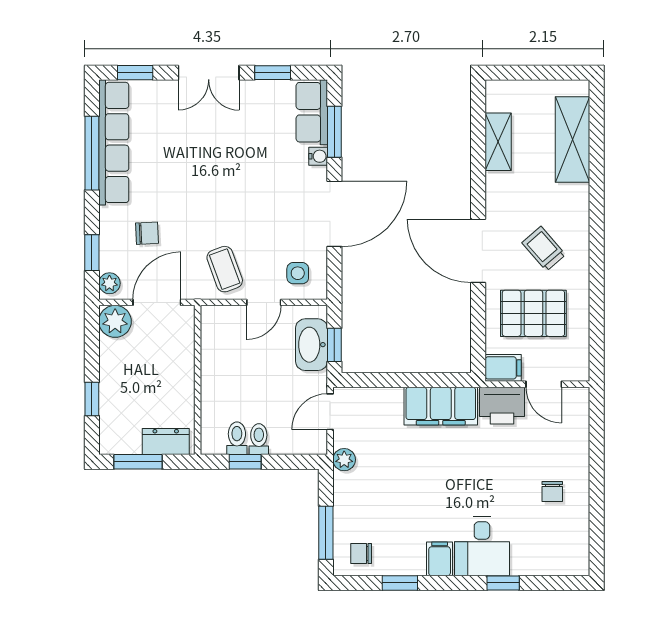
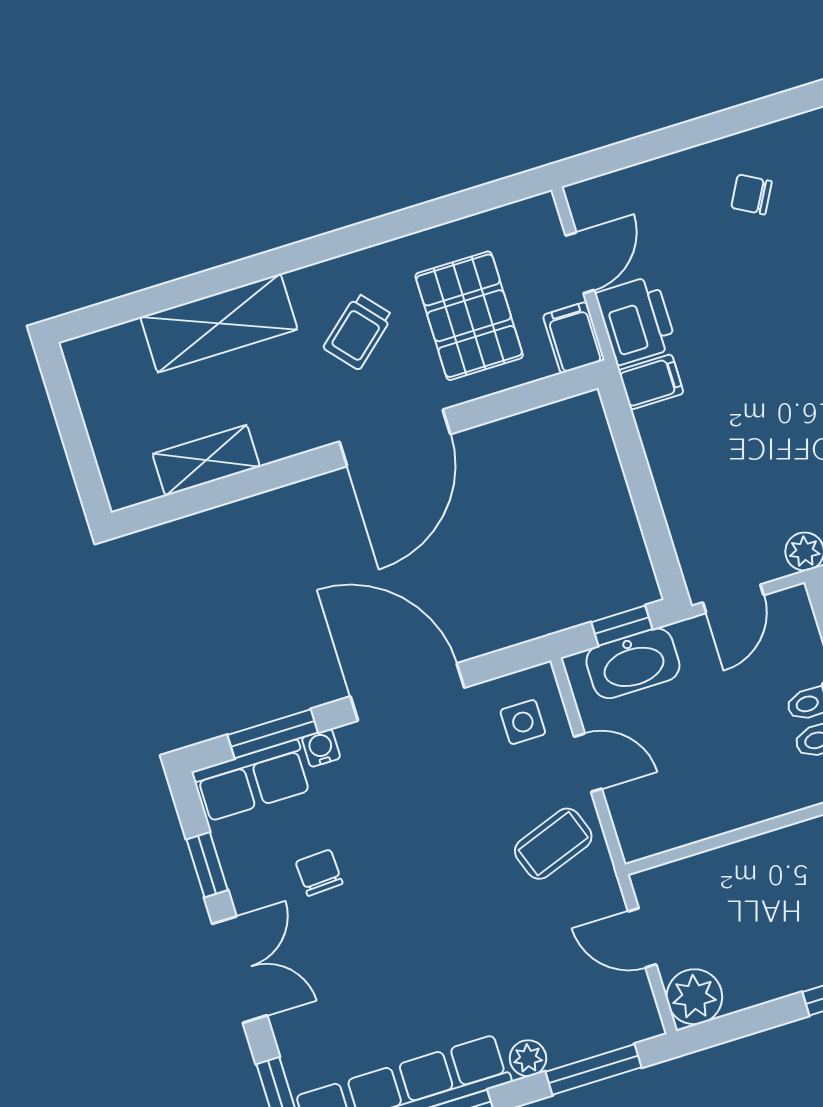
shelving: (572, 139) -> (219, 323), moved
chair: (147, 233) -> (319, 873), moved
window: (92, 253) -> (594, 1070), width x1.50
plant: (109, 283) -> (528, 1058), moved
door: (157, 302) -> (642, 938), width x0.73
filing cabinet: (441, 406) -> (651, 382), width x0.33, depth x0.86
door: (330, 412) -> (733, 599), hinge flipped
chair: (552, 492) -> (752, 194), turned -151

